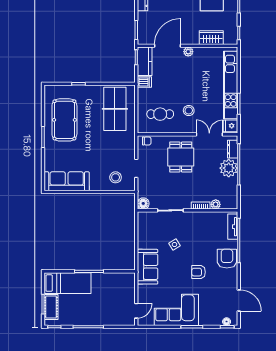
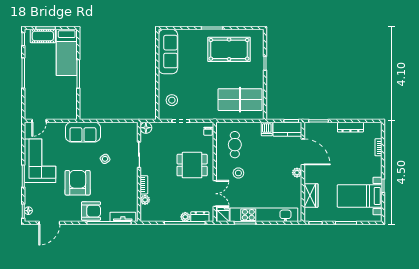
plant: (229, 168) -> (185, 217), width x0.53, depth x0.53
armchair: (199, 272) -> (78, 183), width x1.88, depth x1.88
door: (136, 311) -> (39, 121), hinge flipped

